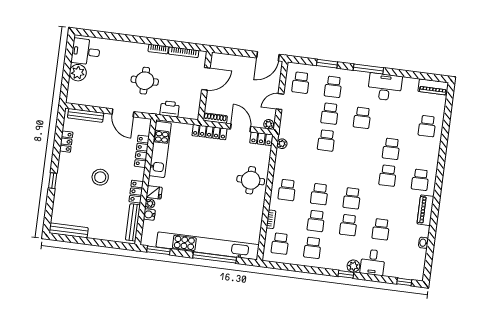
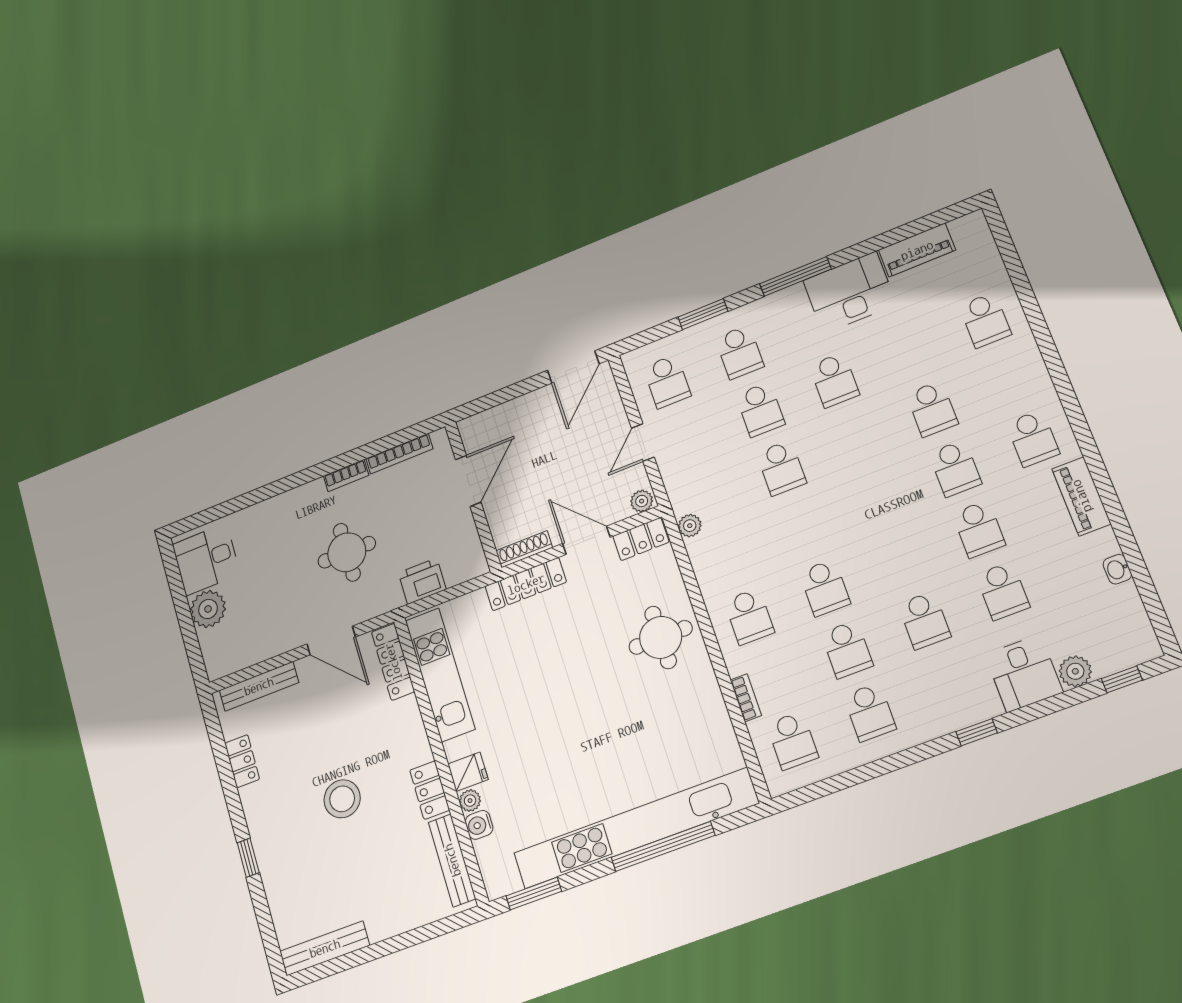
piano: (433, 87) -> (917, 250), moved
locker: (142, 151) -> (393, 662), moved
school desk: (352, 198) -> (979, 529), moved
plant: (353, 266) -> (1075, 671), moved

